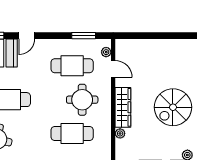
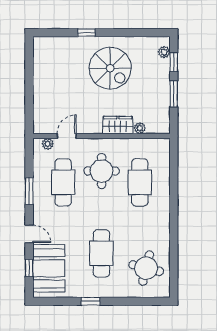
window: (84, 36) -> (29, 191), moved
wardrobe: (123, 107) -> (118, 125), width x0.67

